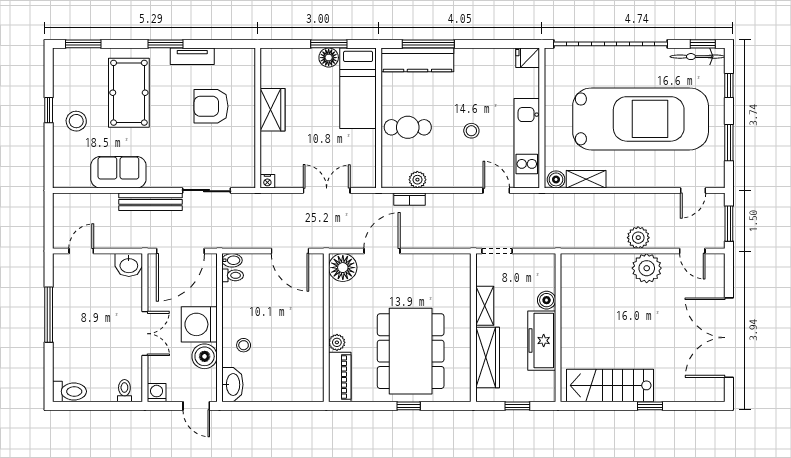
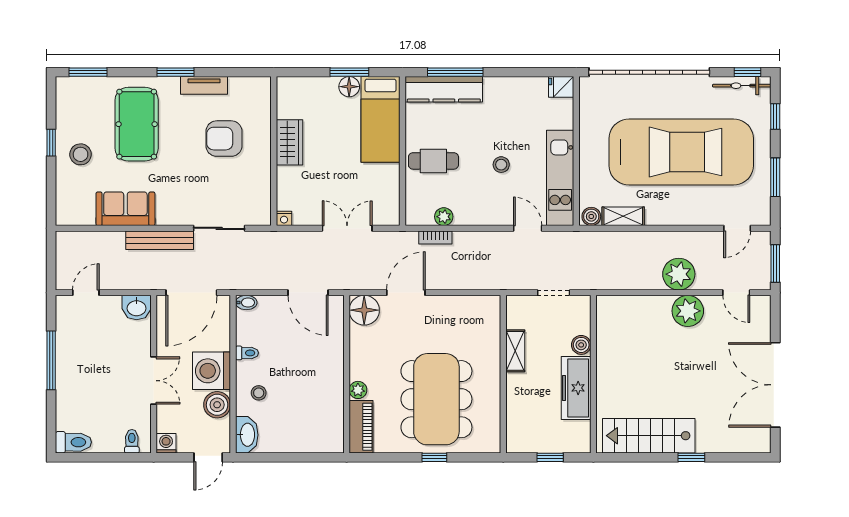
plant: (638, 238) -> (679, 274), width x1.36, depth x1.36
doorway: (497, 251) -> (554, 293), moved
toilet: (233, 275) -> (247, 353), moved
wardrobe: (488, 357) -> (518, 406), removed
door: (196, 406) -> (208, 457), hinge flipped

